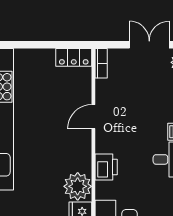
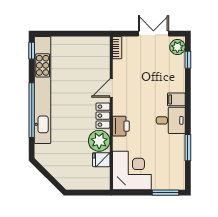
locker: (74, 57) -> (103, 116), moved, turned 90

